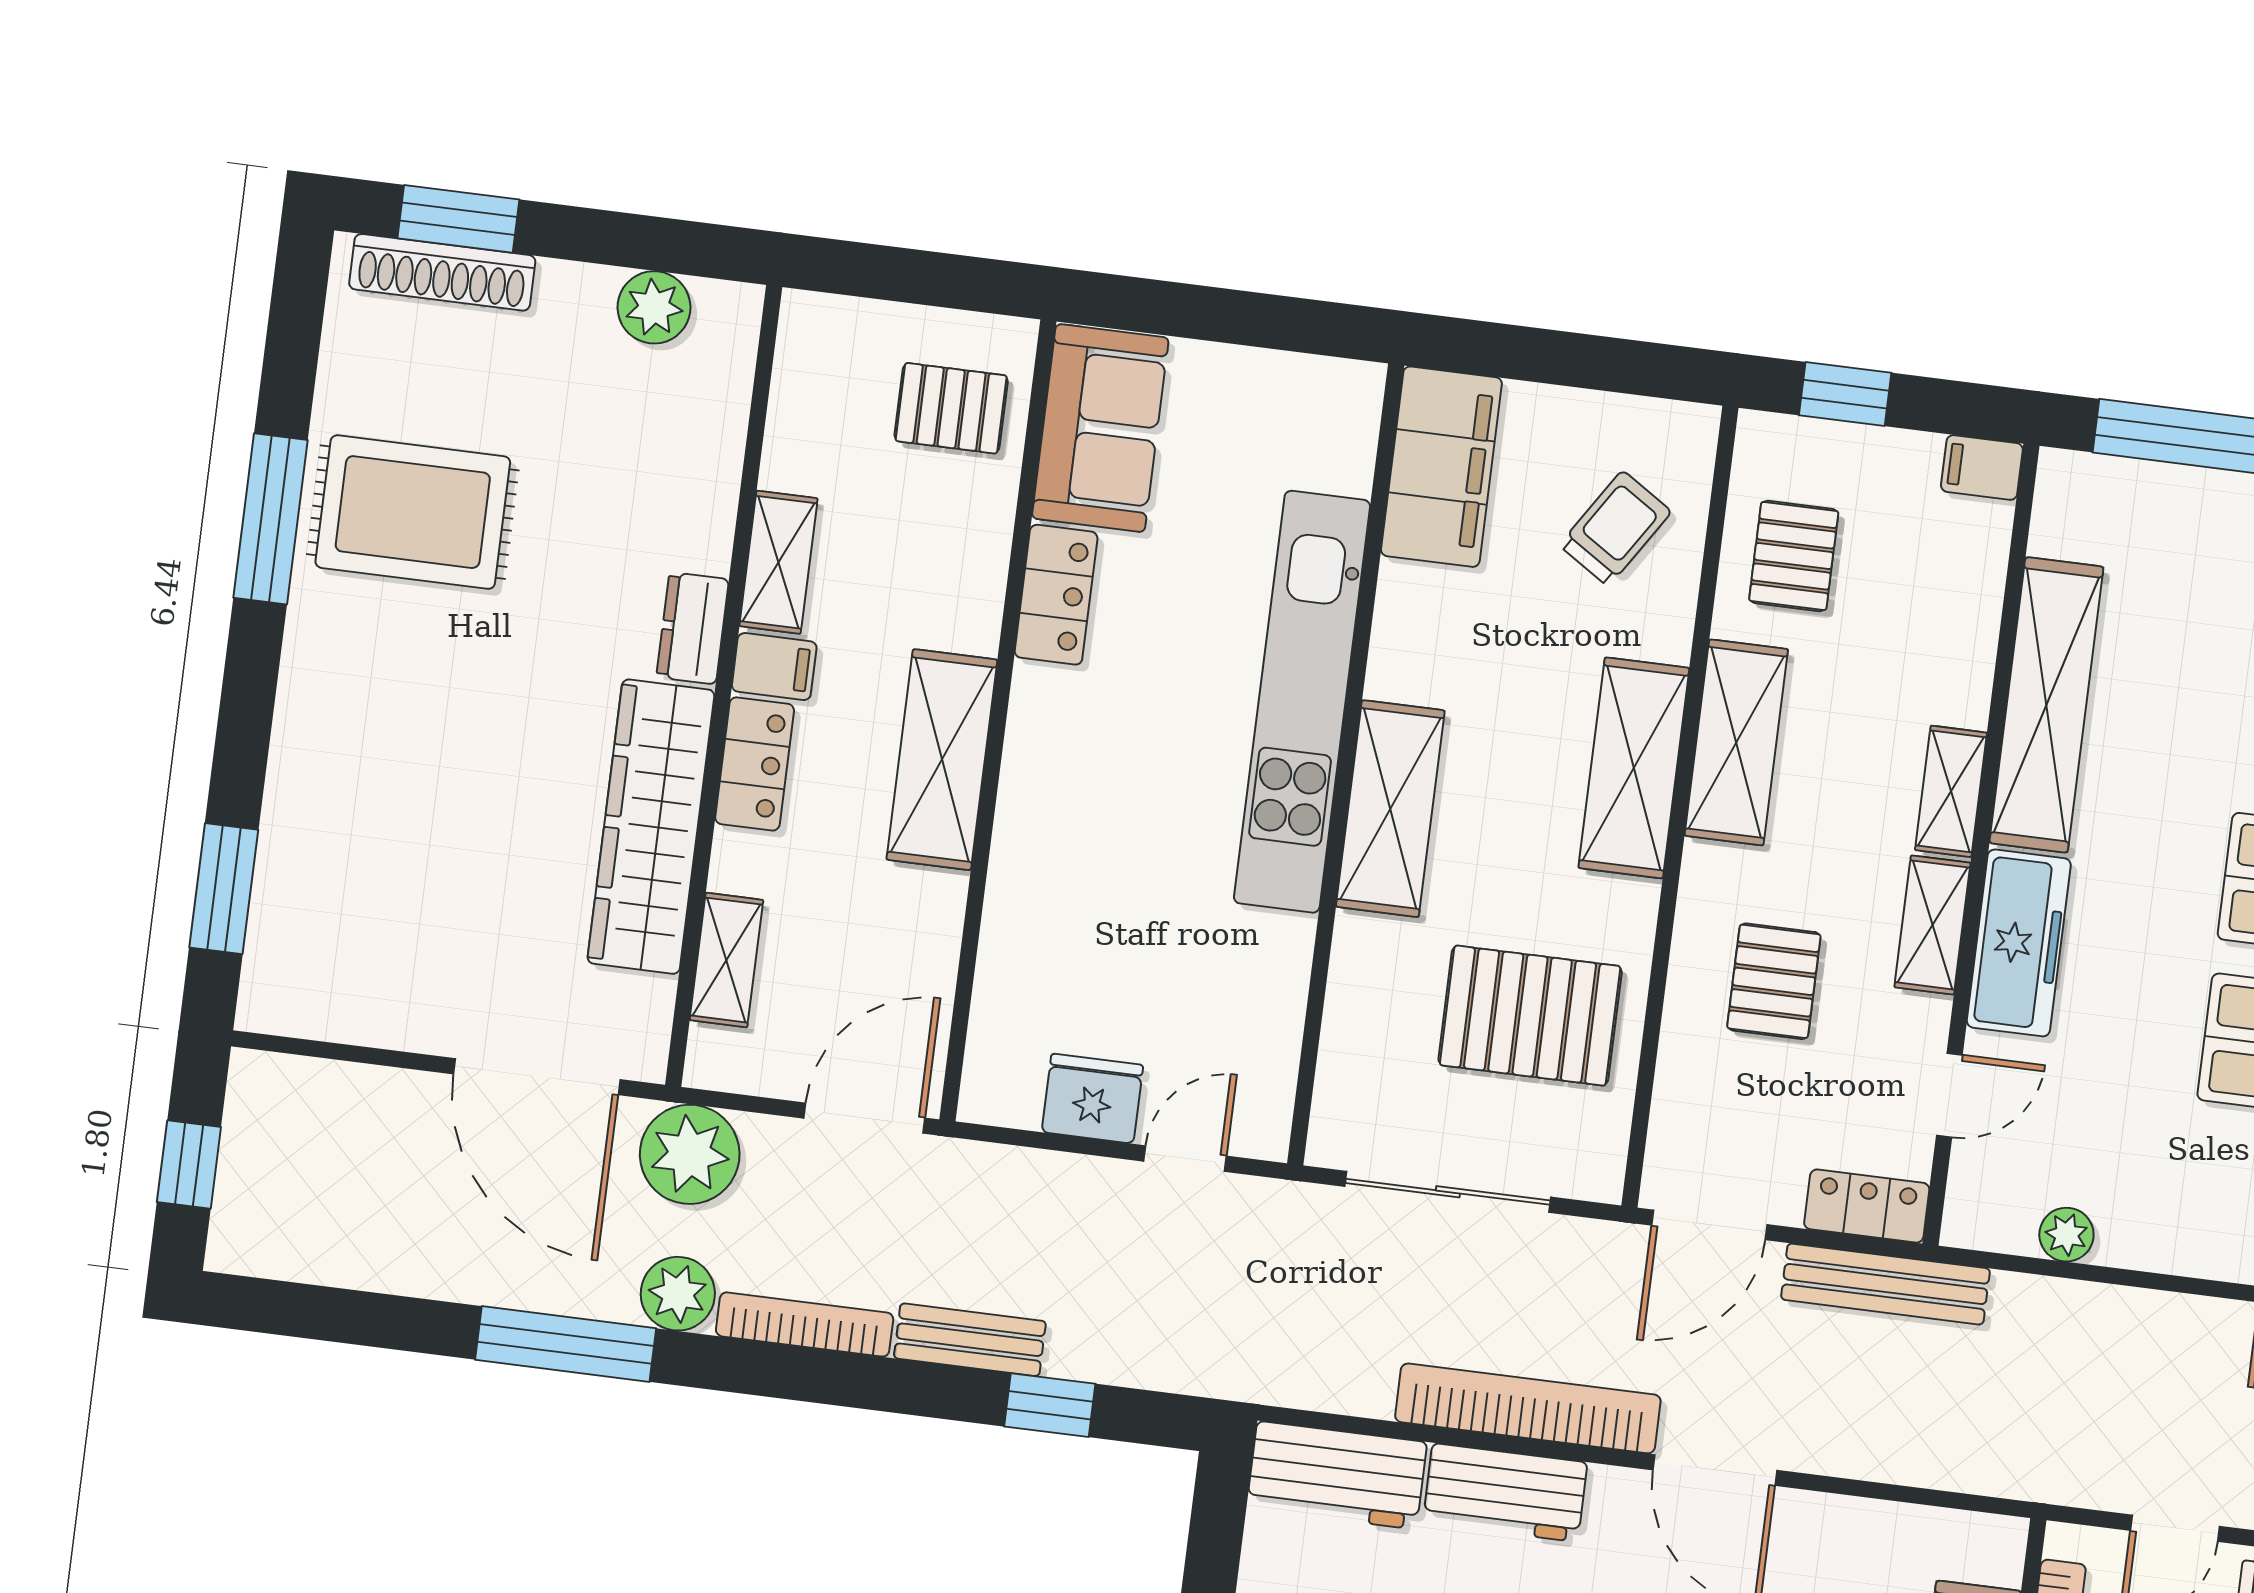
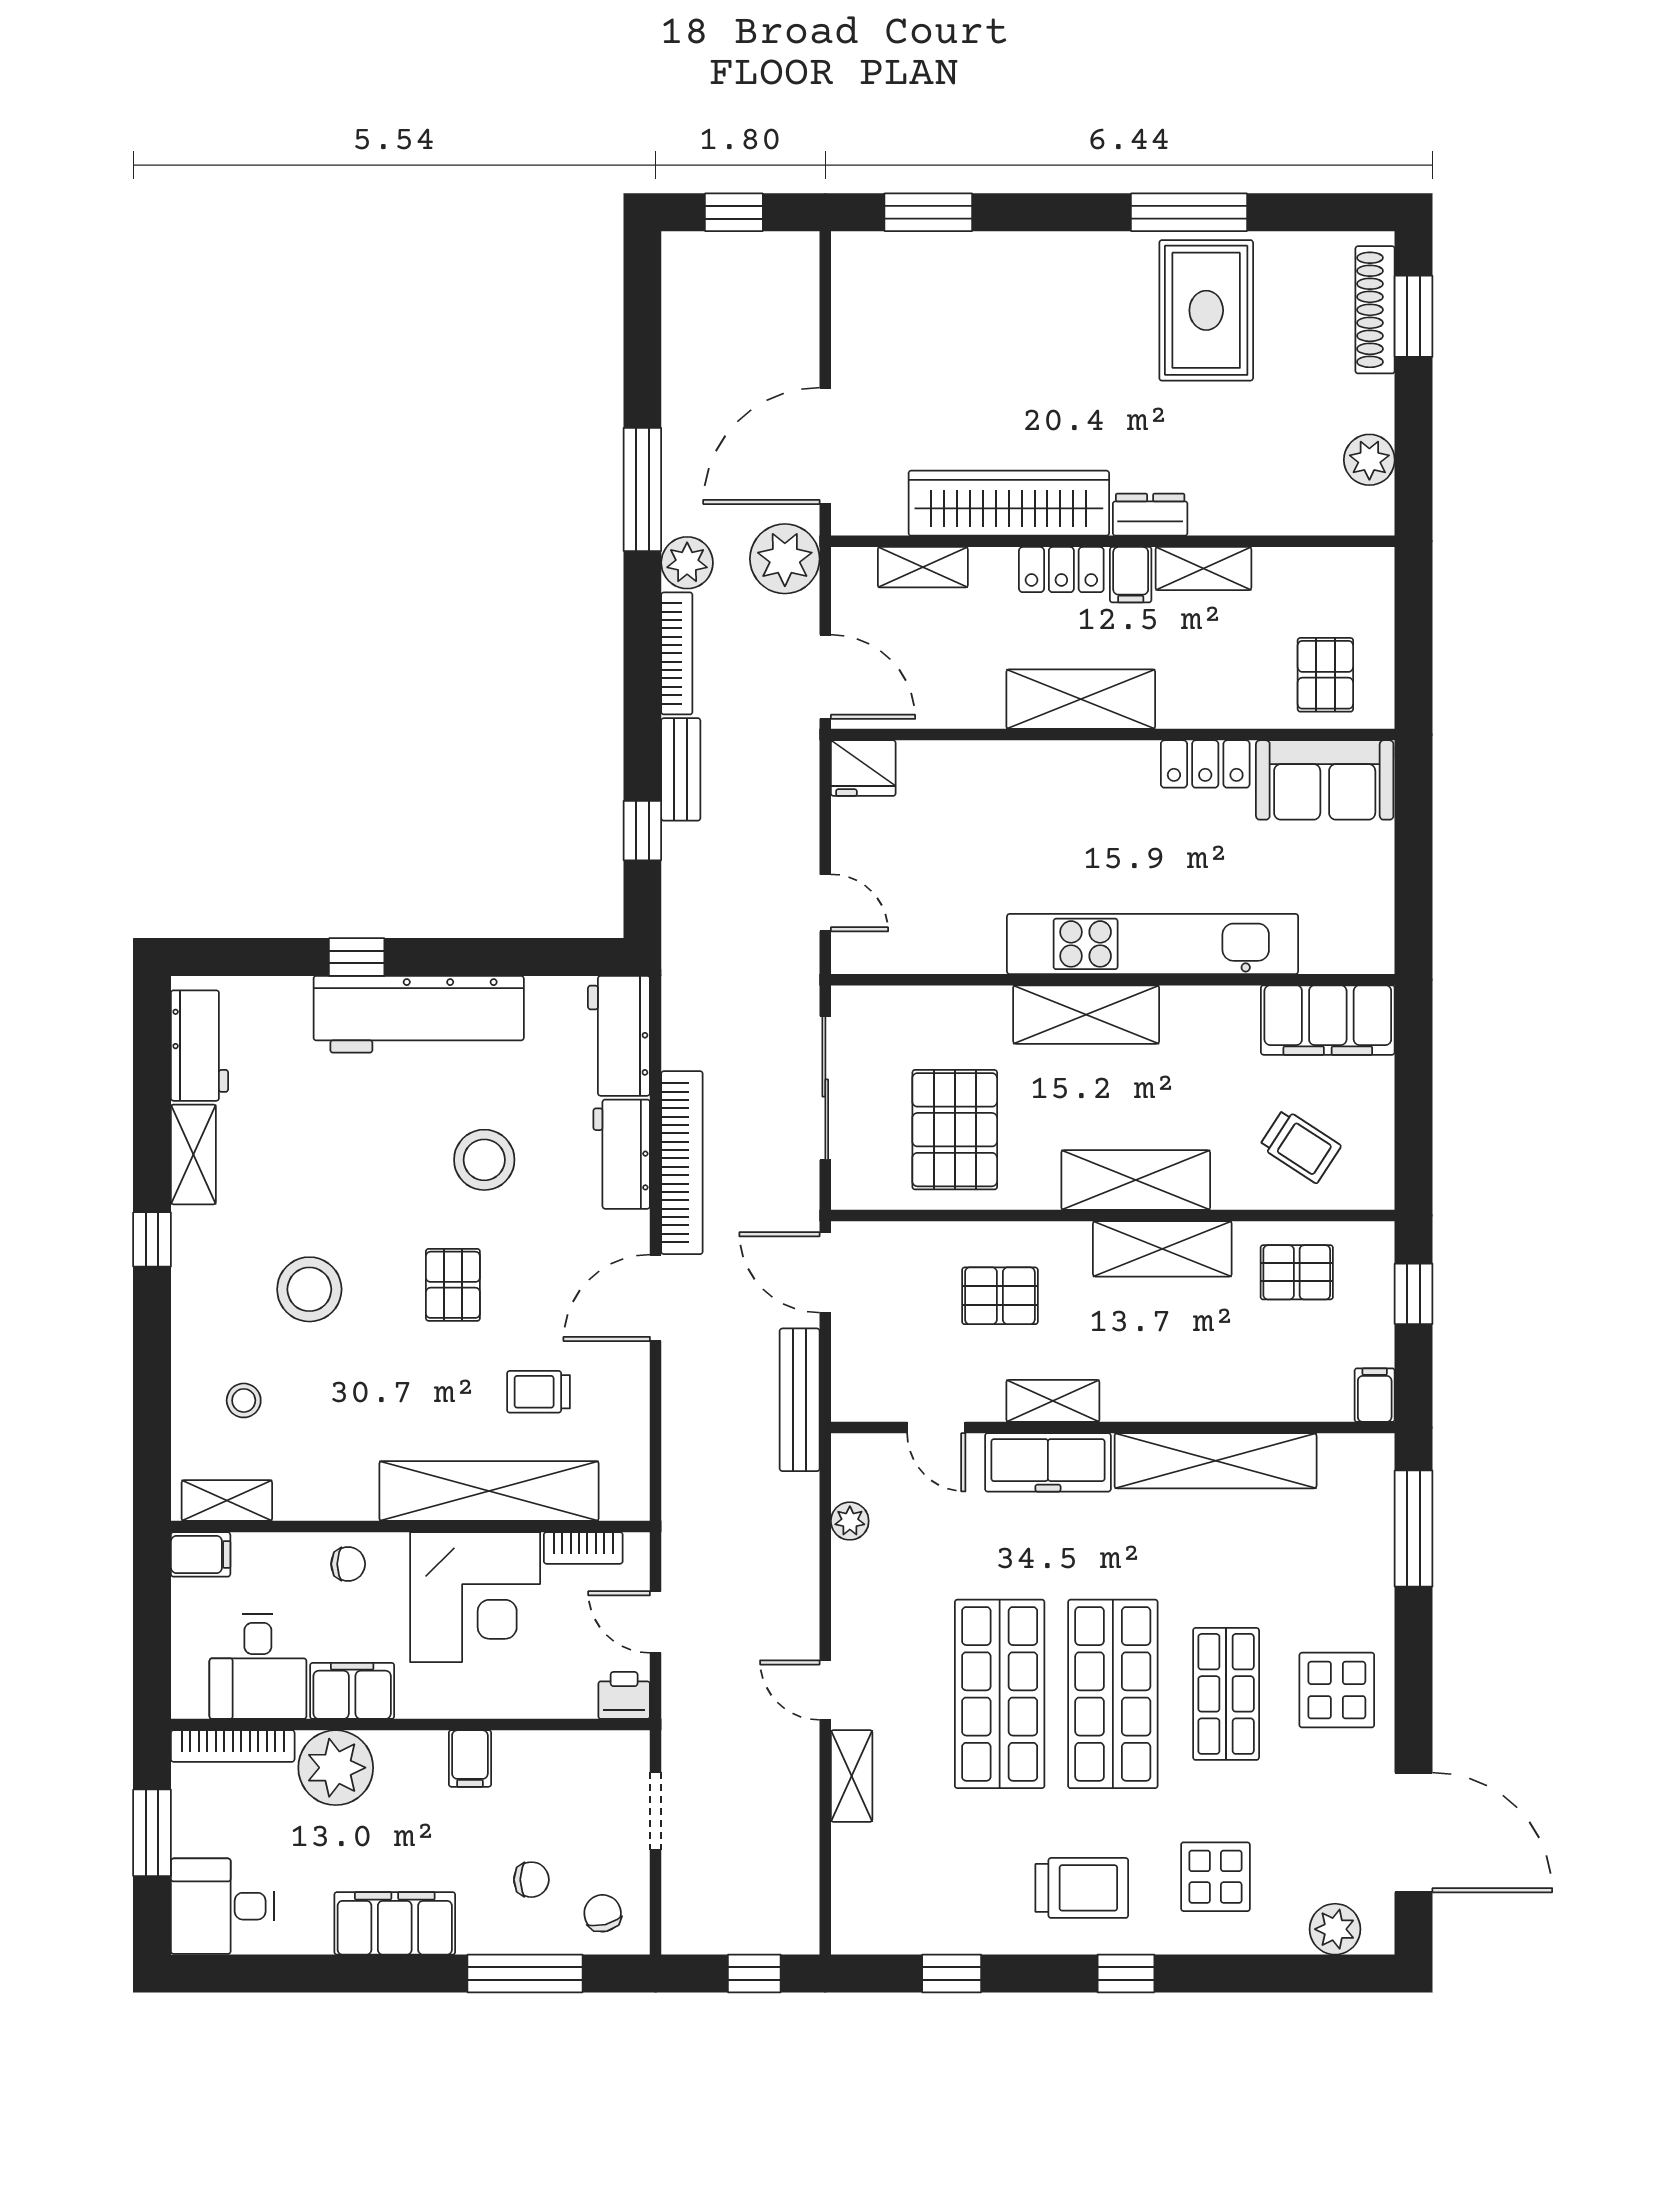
shelving: (1951, 791) -> (1147, 1402), removed
fridge: (1092, 1099) -> (863, 768), moved, turned 90
locker: (1867, 1206) -> (852, 1380), removed

